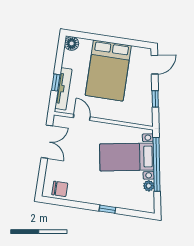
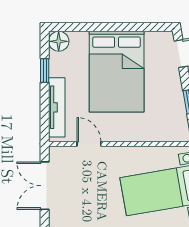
window: (56, 83) -> (45, 70), moved
double door: (47, 142) -> (45, 186), swing flipped

